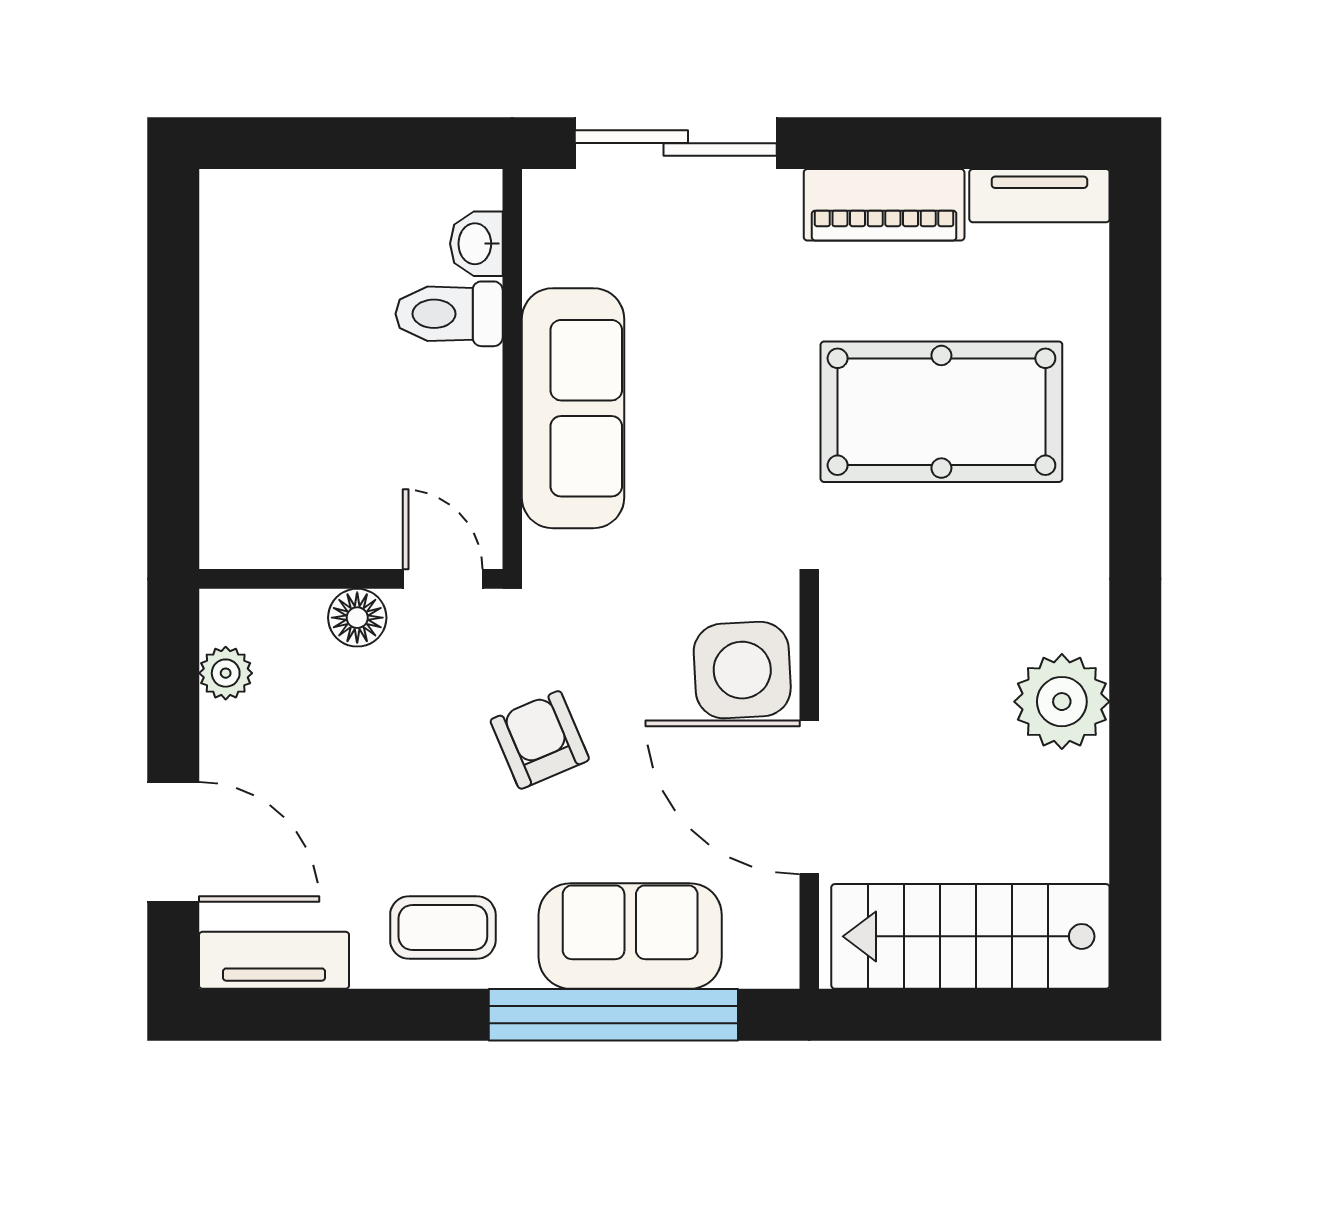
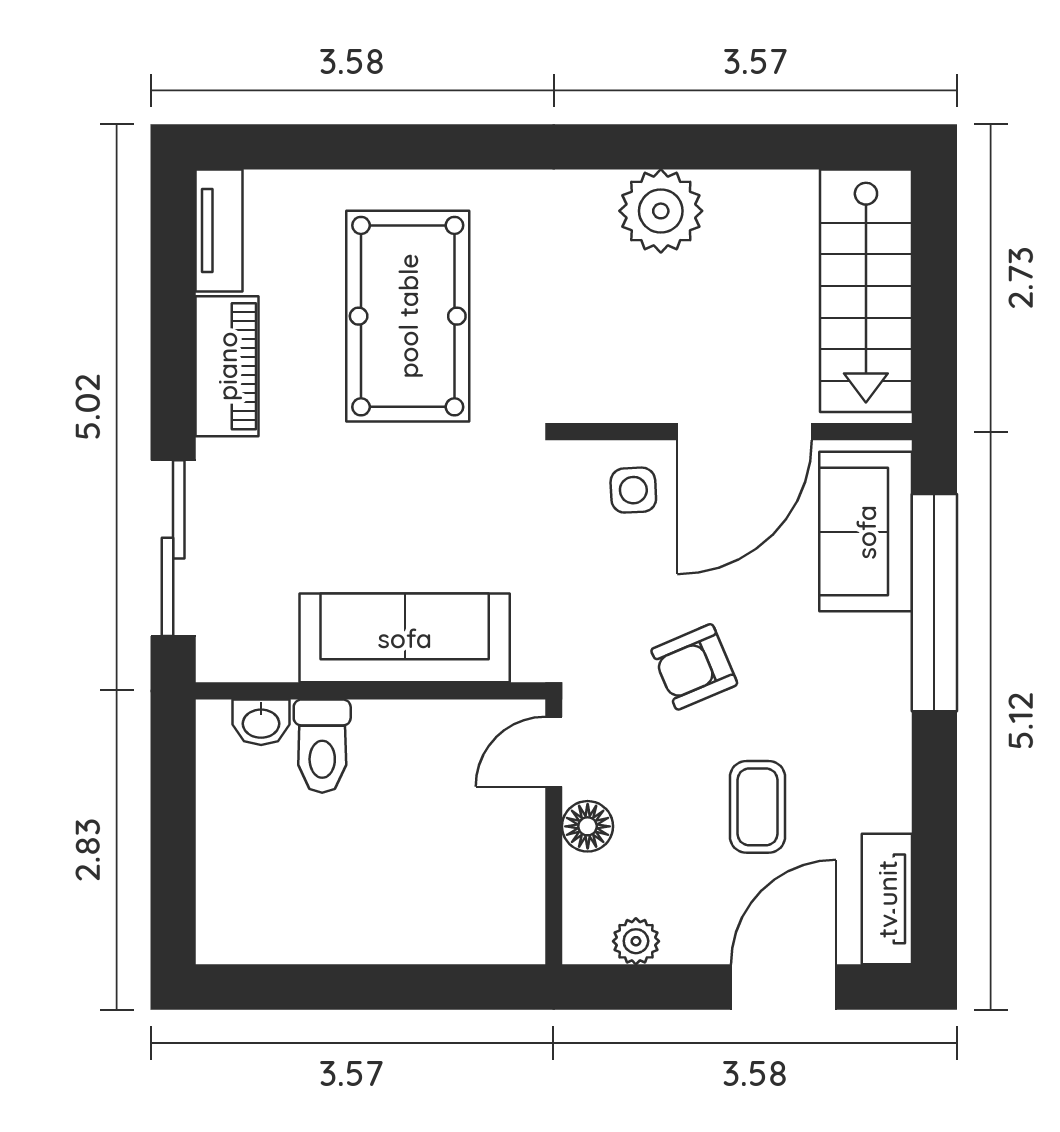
side table: (742, 670) -> (633, 490), width x0.54, depth x0.54
coffee table: (443, 927) -> (758, 807), moved
sofa: (630, 936) -> (866, 532), moved

